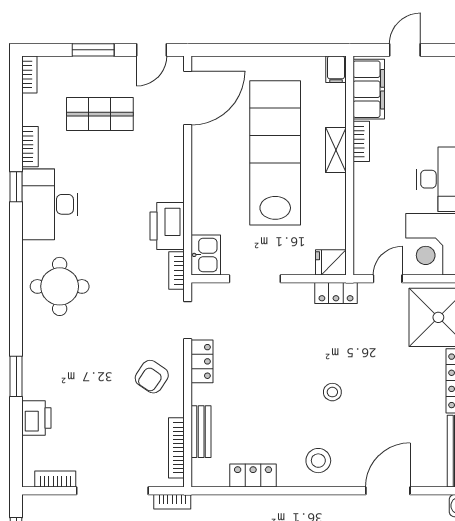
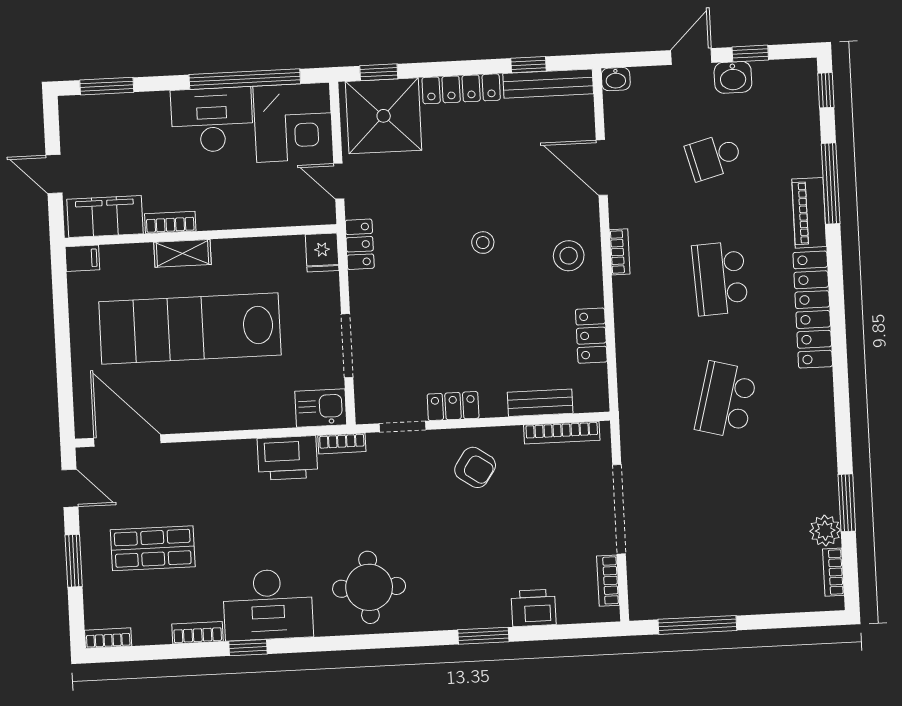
shop shelf: (100, 114) -> (153, 548), turned 90
bookcase: (172, 502) -> (620, 252), moved

